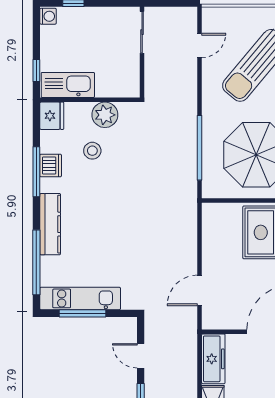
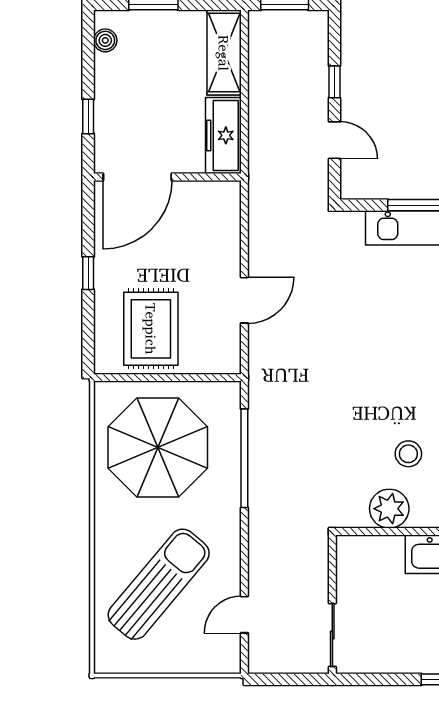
door: (200, 290) -> (244, 300), moved

